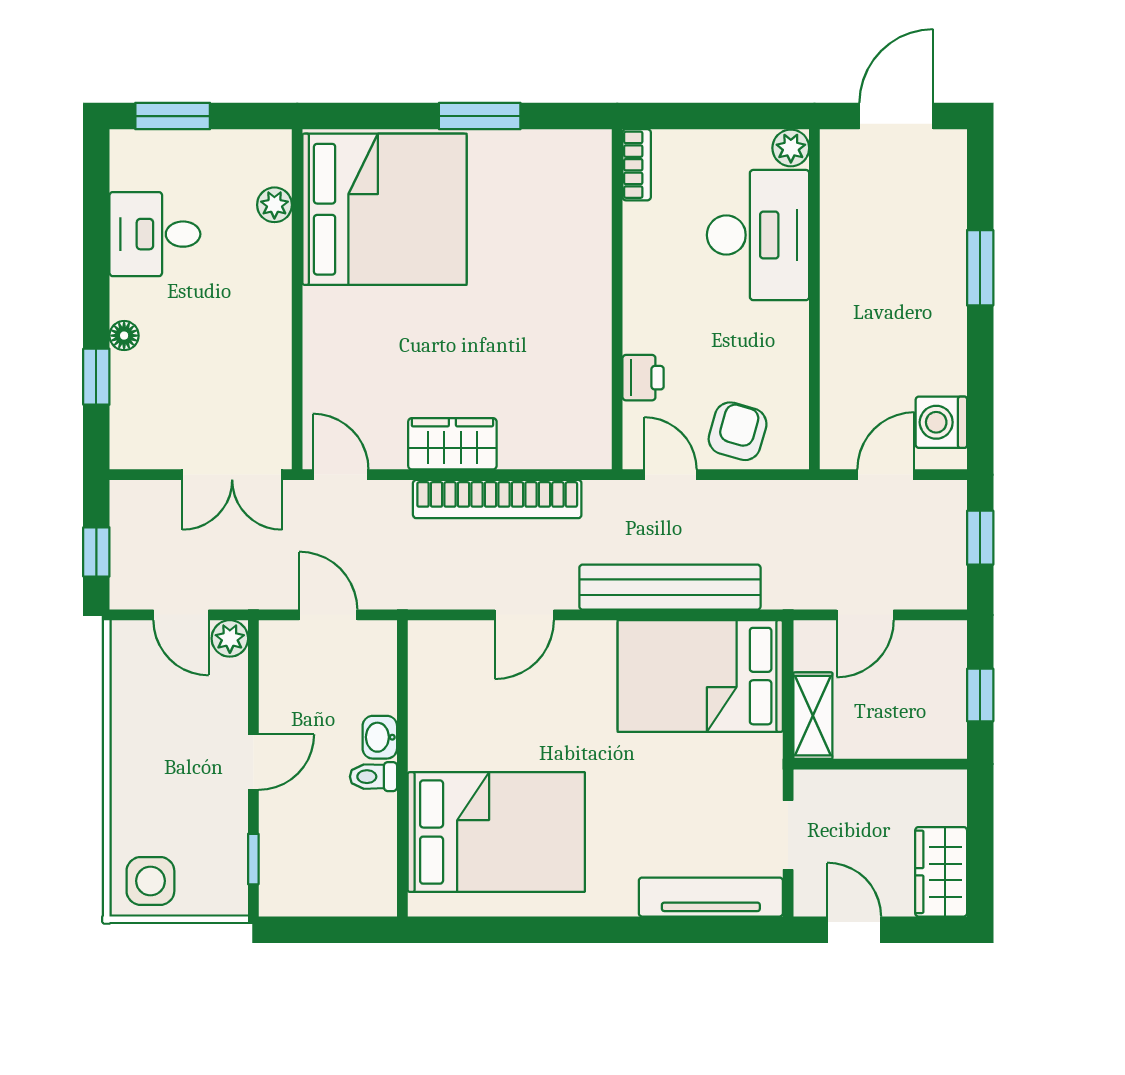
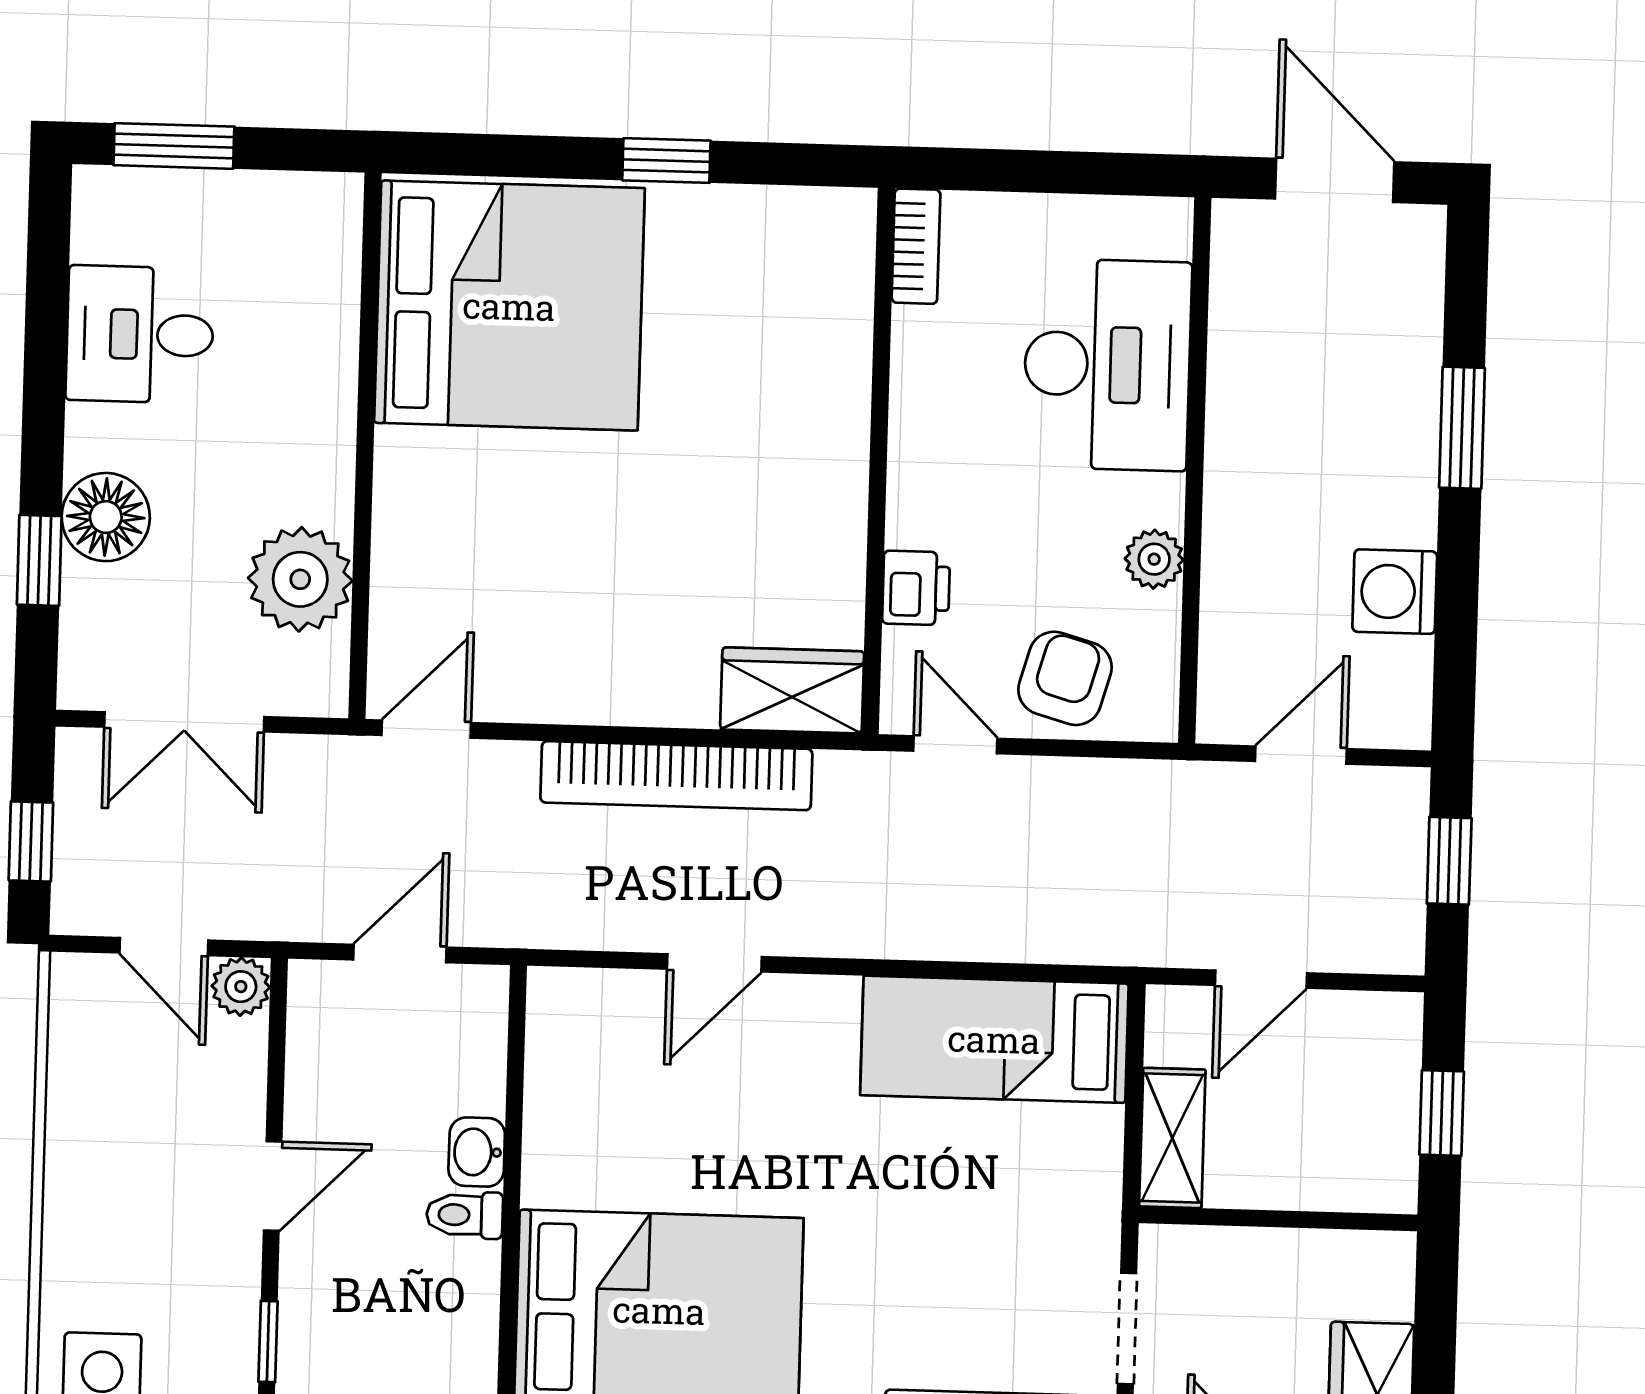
window: (480, 116) -> (666, 161), width x0.67
door: (896, 116) -> (1335, 180), hinge flipped
plant: (791, 148) -> (1154, 559), moved
plant: (274, 205) -> (300, 579), moved, width x1.88, depth x1.88
floor lamp: (124, 336) -> (106, 517), width x1.89, depth x1.89
washing machine: (941, 422) -> (1395, 592), moved
wardrobe: (452, 444) -> (792, 690), moved
double door: (232, 475) -> (184, 722), moved
door: (341, 475) -> (426, 729), hinge flipped
bench: (670, 587) -> (949, 925), removed
door: (328, 615) -> (400, 954), hinge flipped
bed: (700, 676) -> (994, 1039), width x0.67

